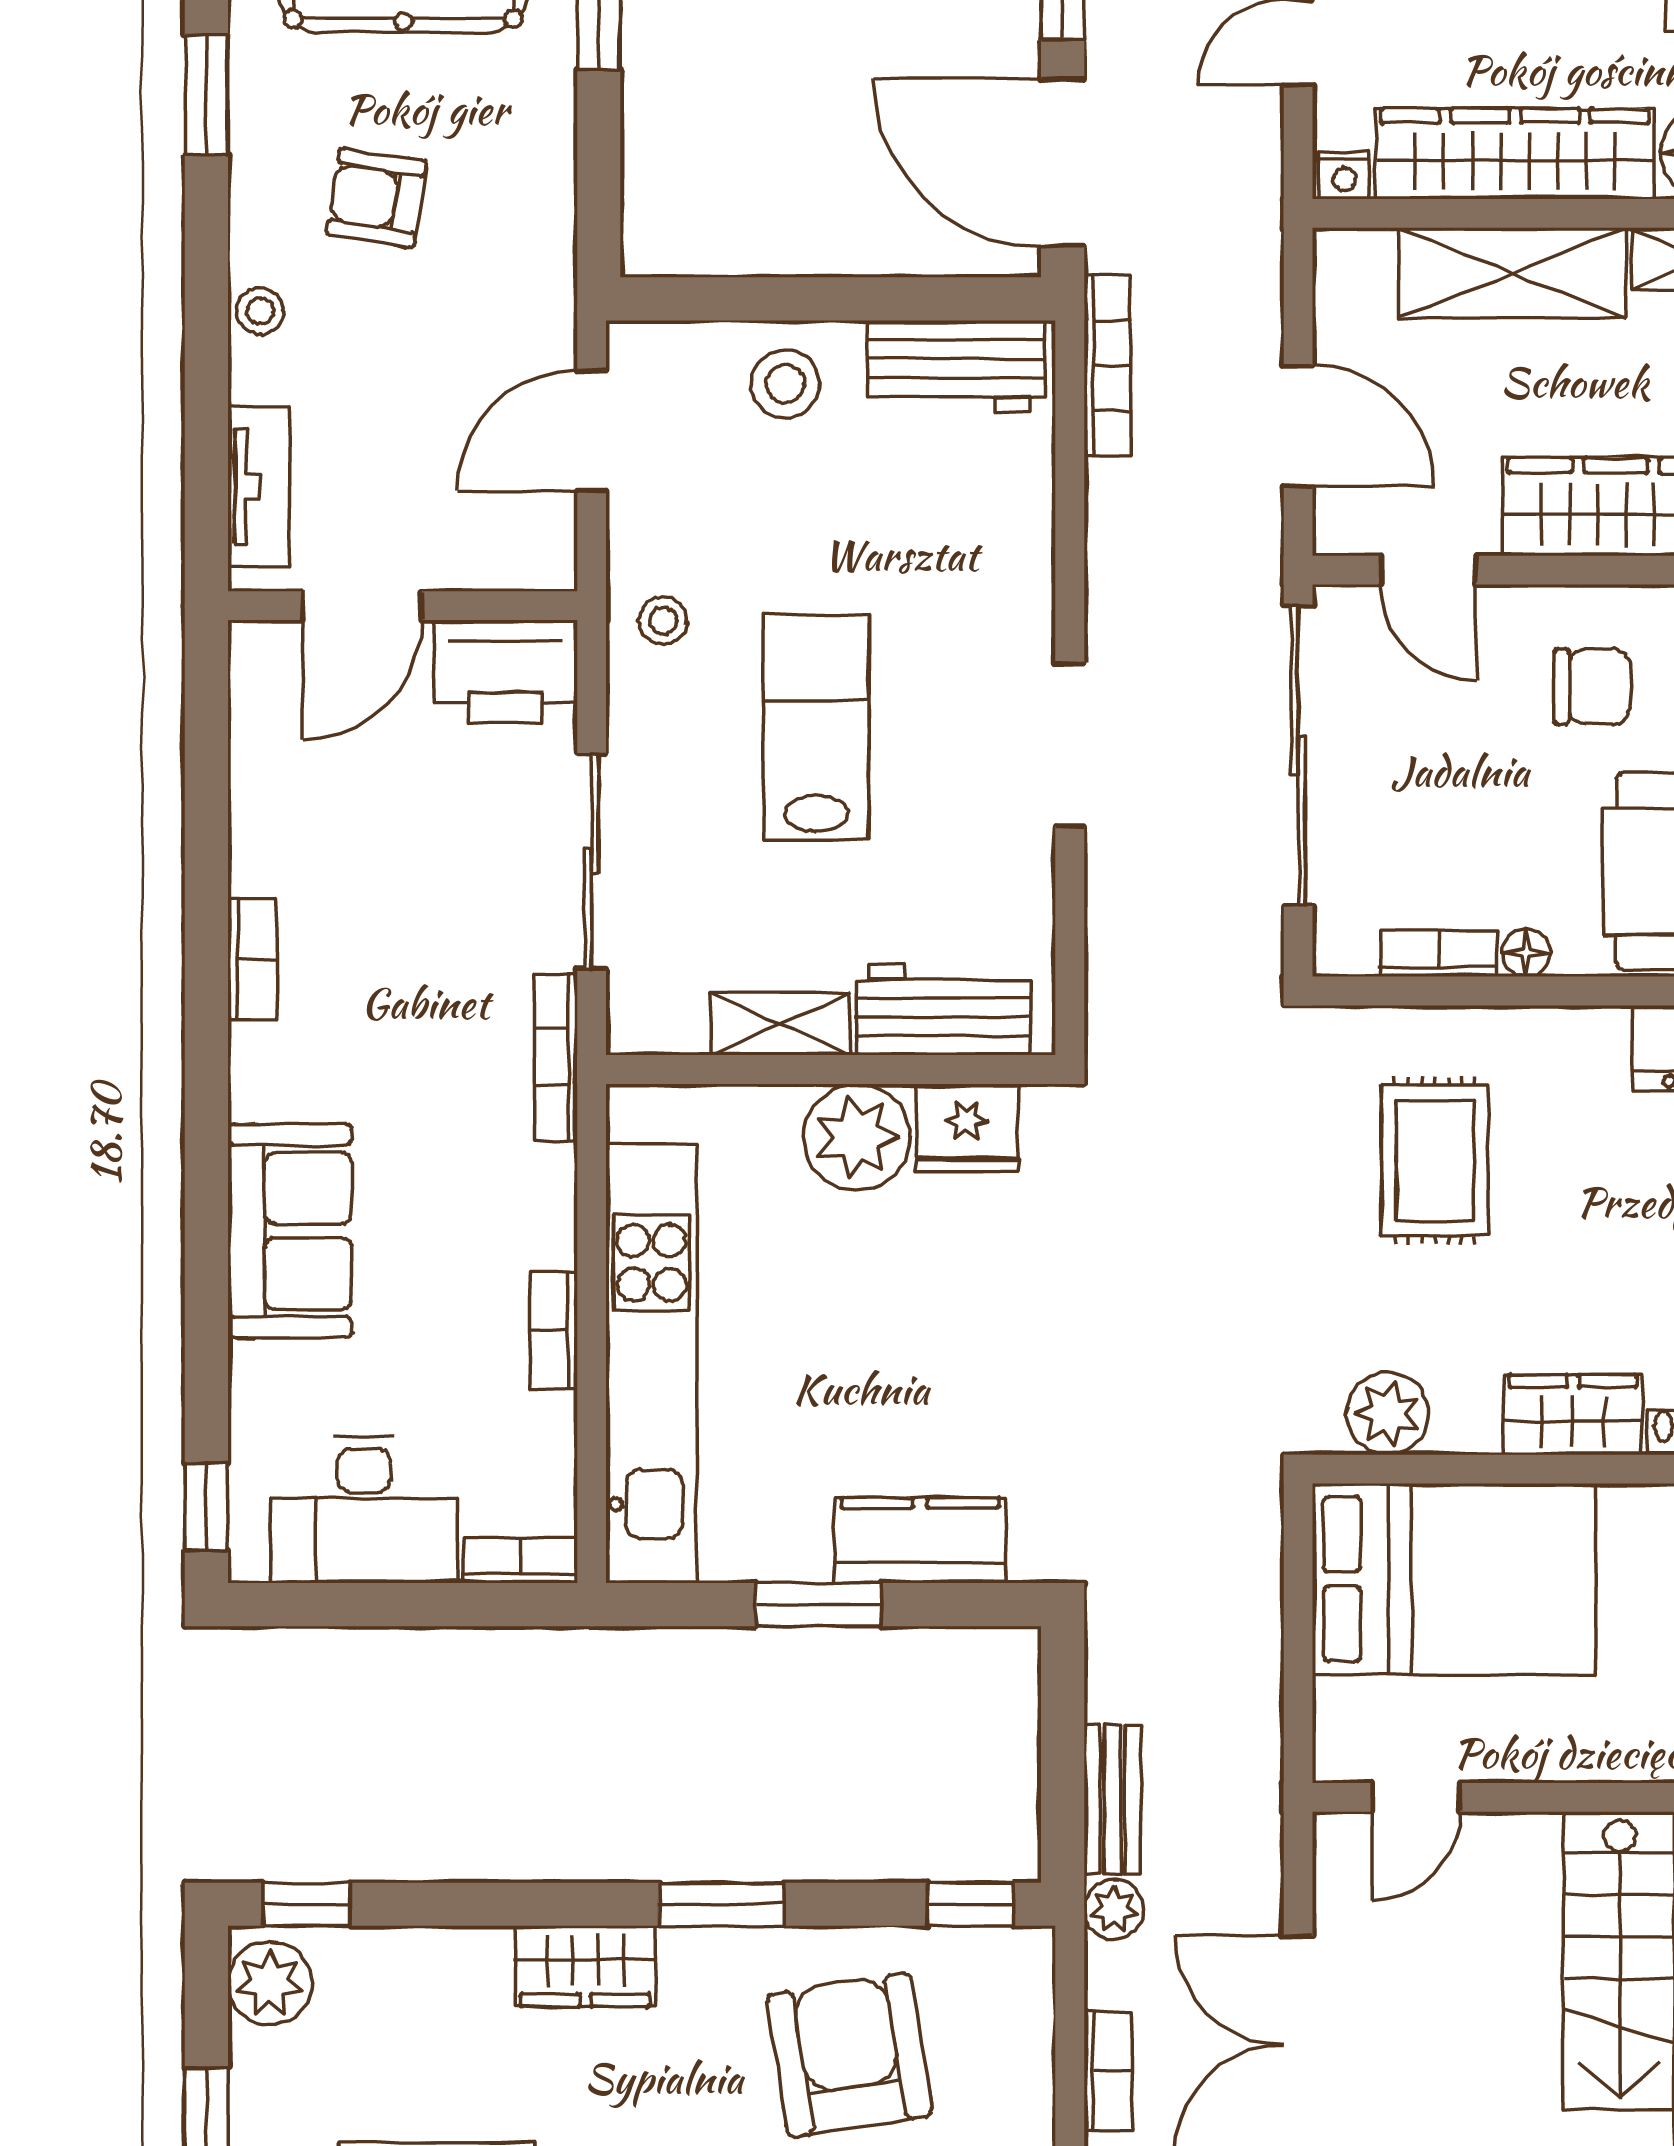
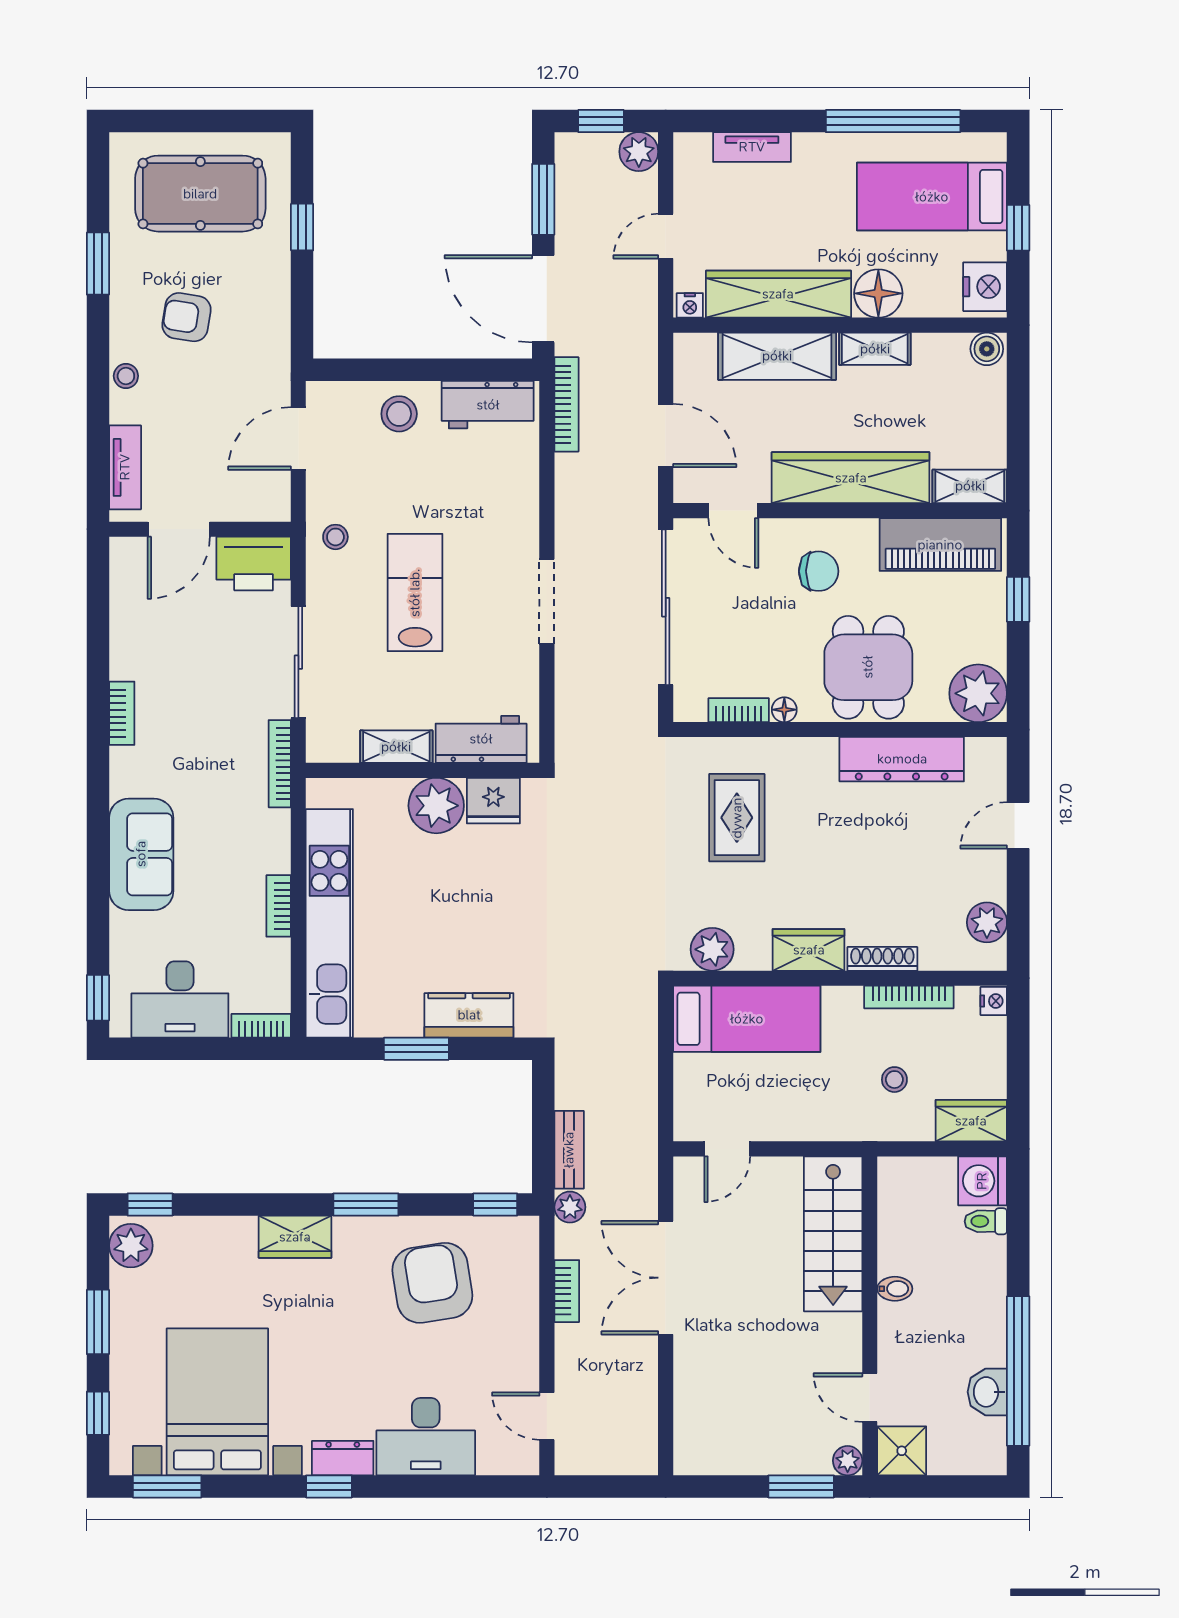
bed: (1454, 1579) -> (747, 1019), width x0.67

